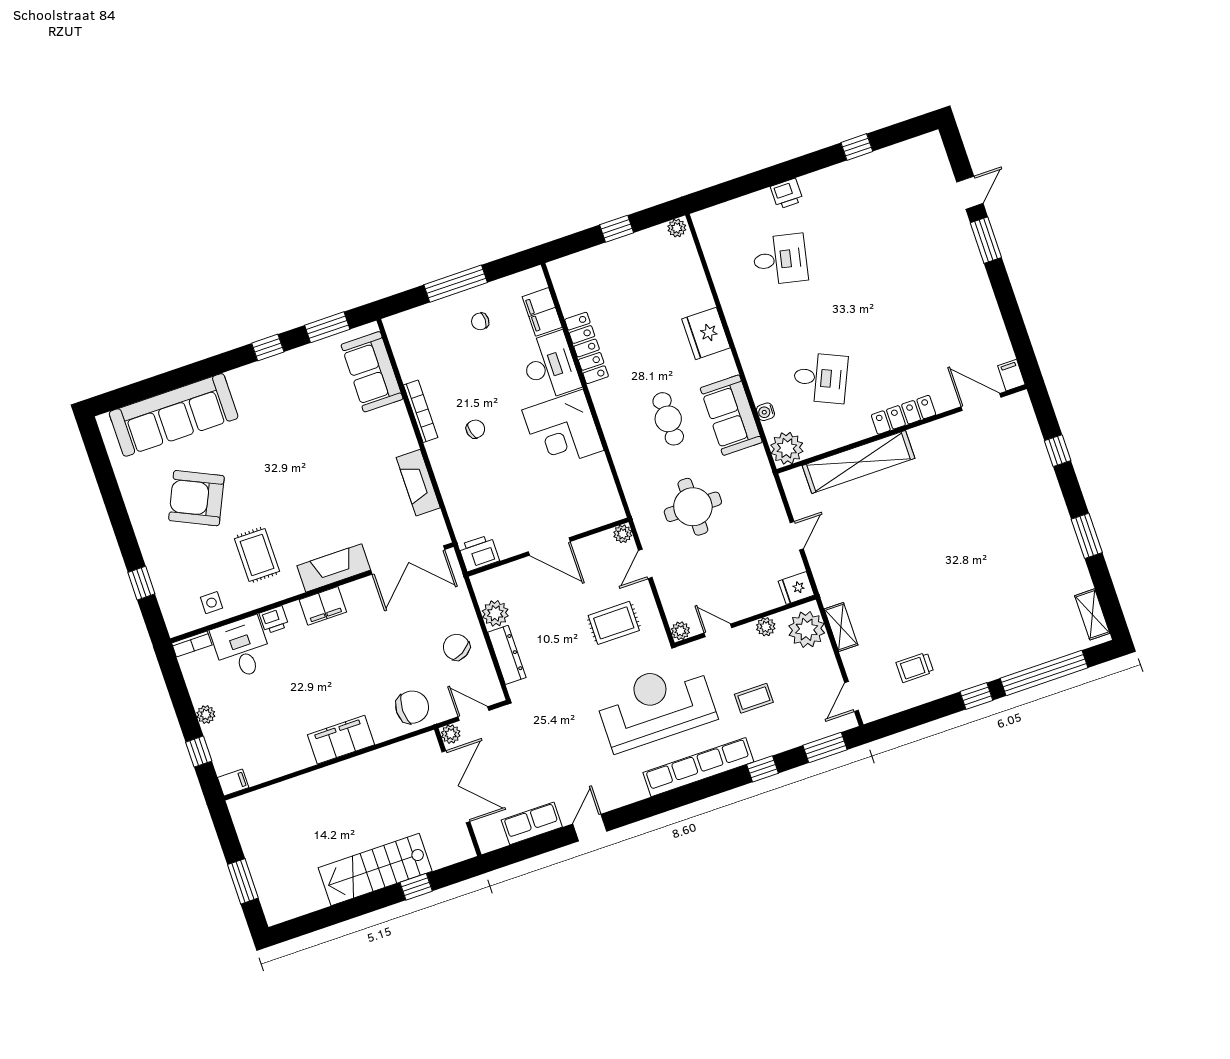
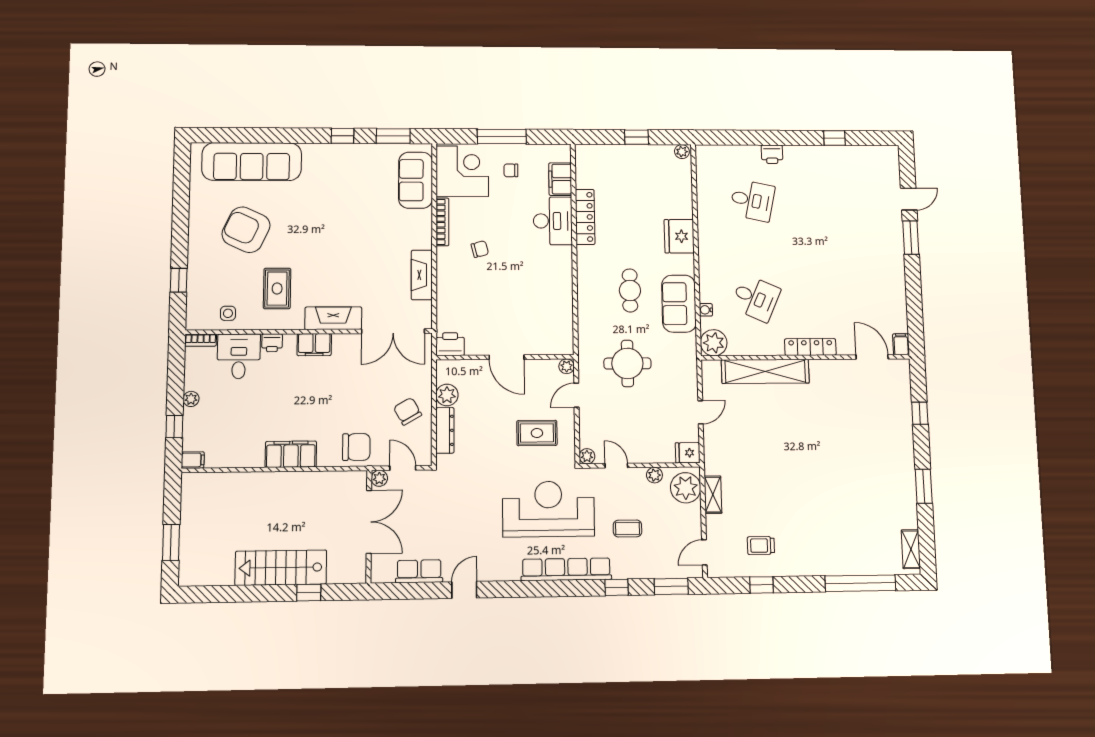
corner desk: (563, 430) -> (462, 171), moved, turned 180
window: (976, 696) -> (762, 585), moved

